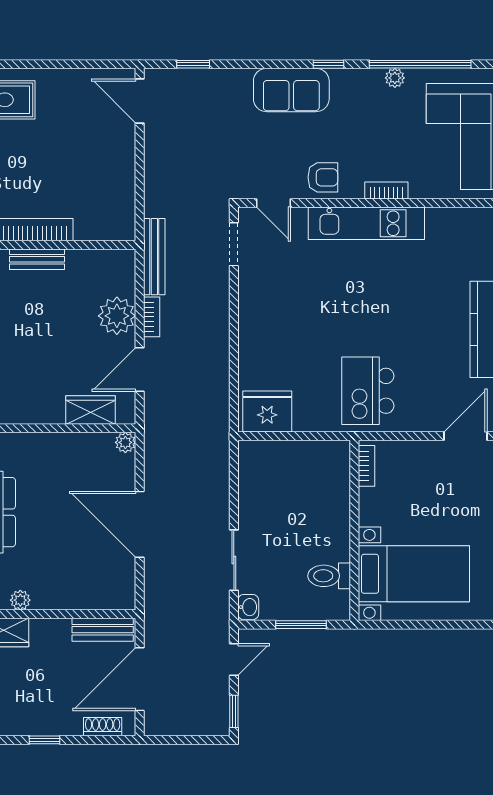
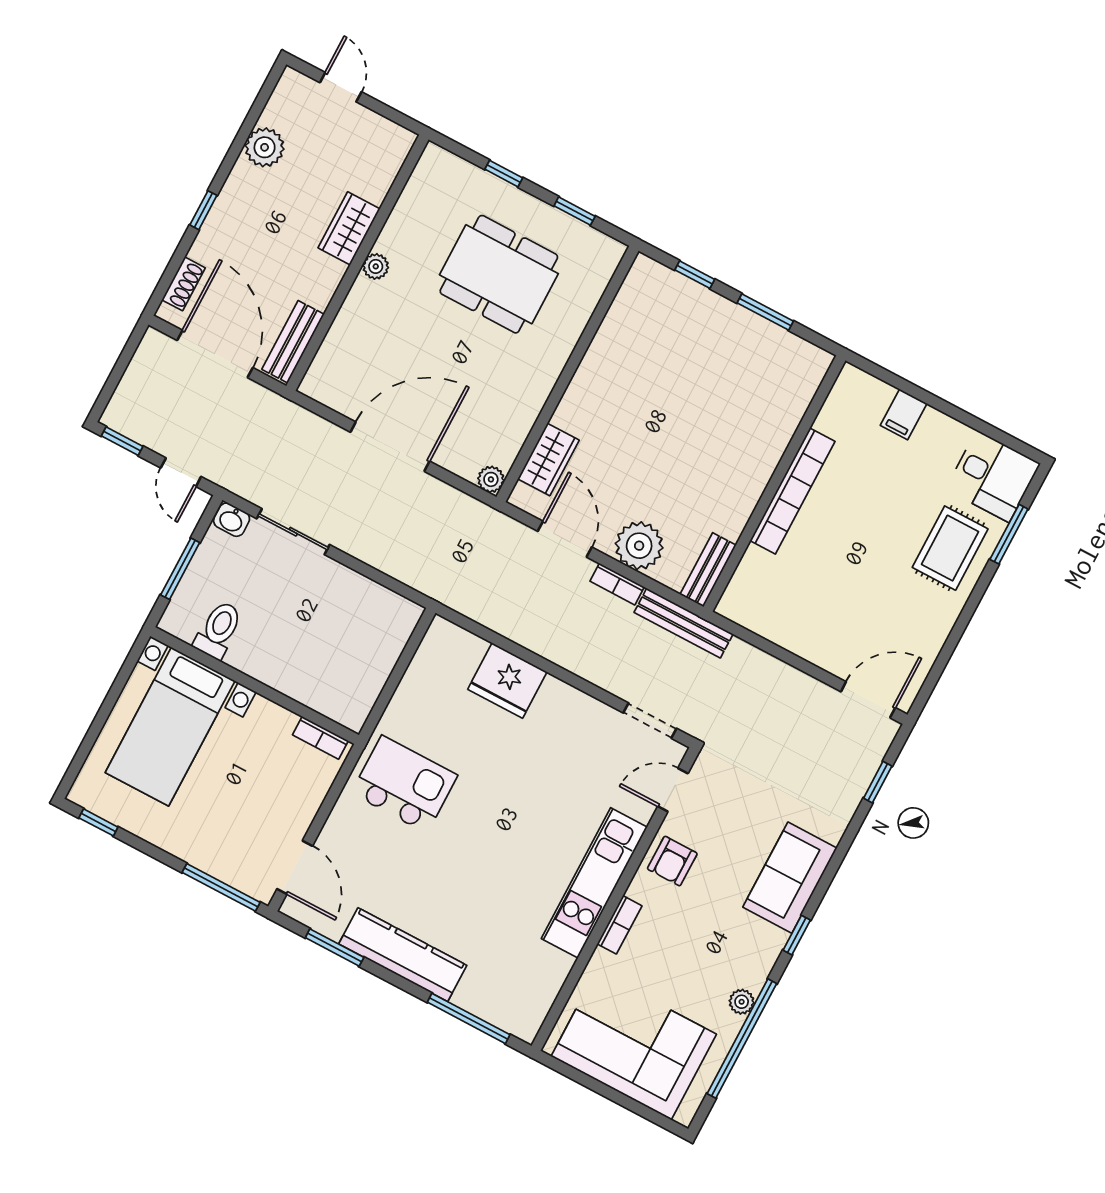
bench: (37, 259) -> (708, 570), moved
fridge: (267, 412) -> (507, 681), moved, turned 90

